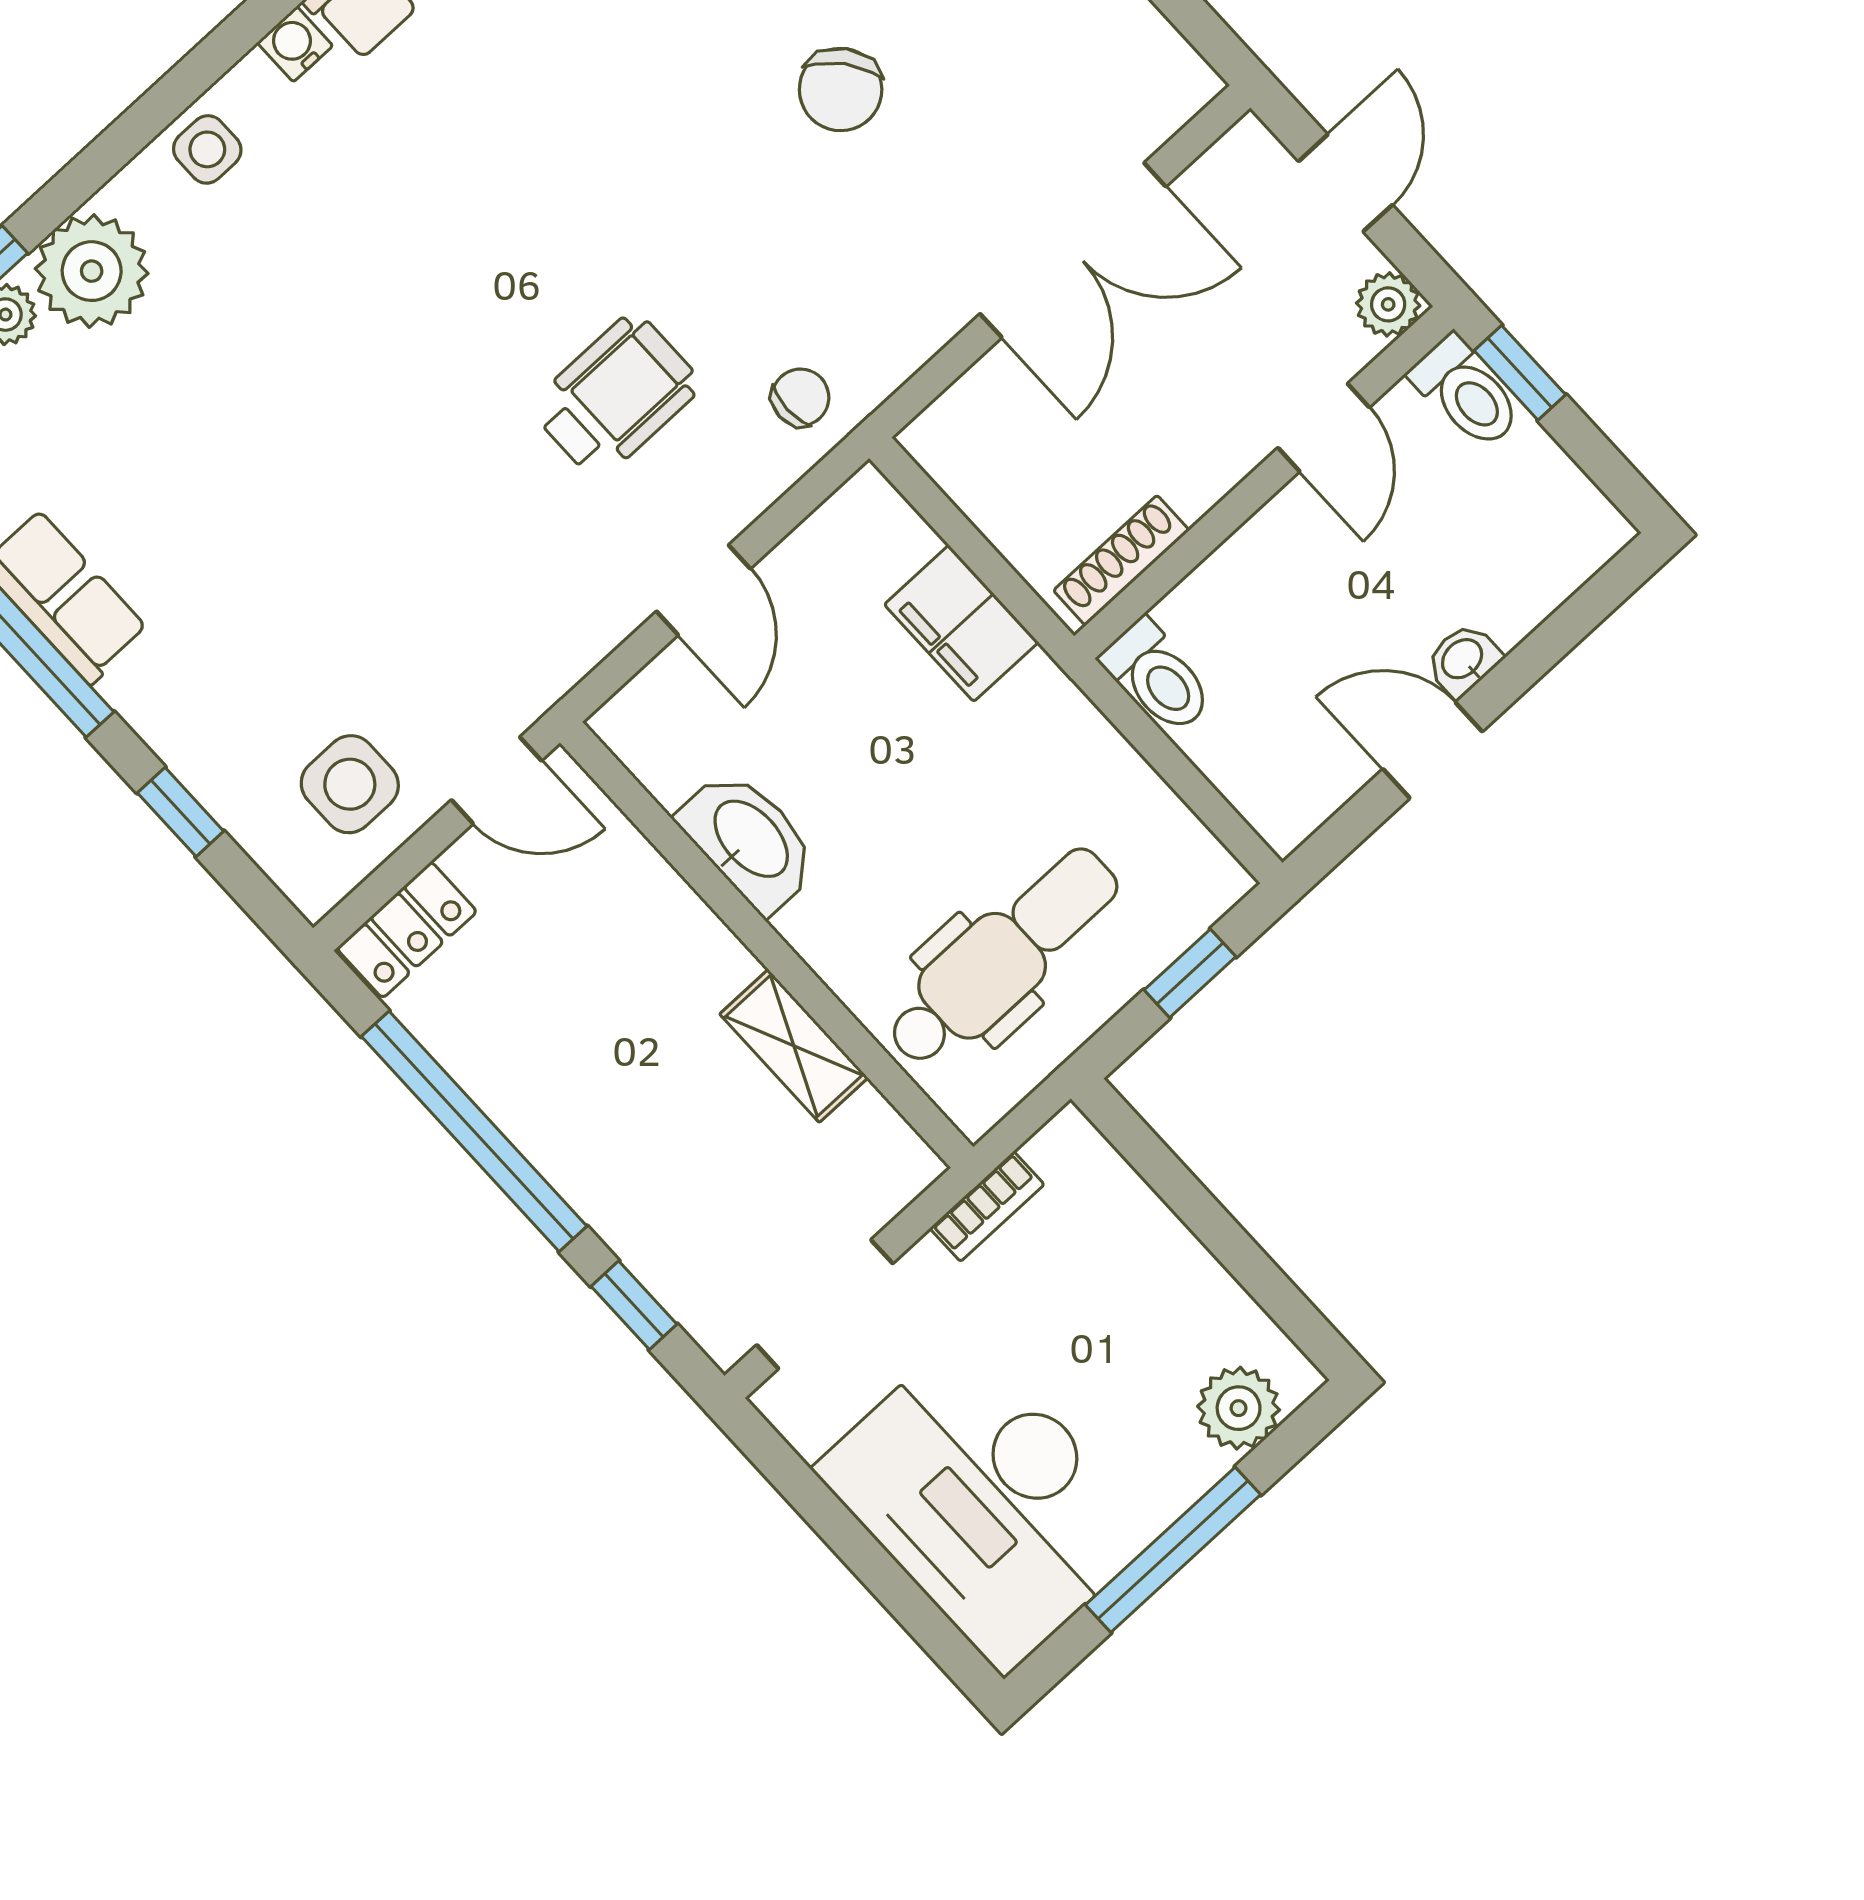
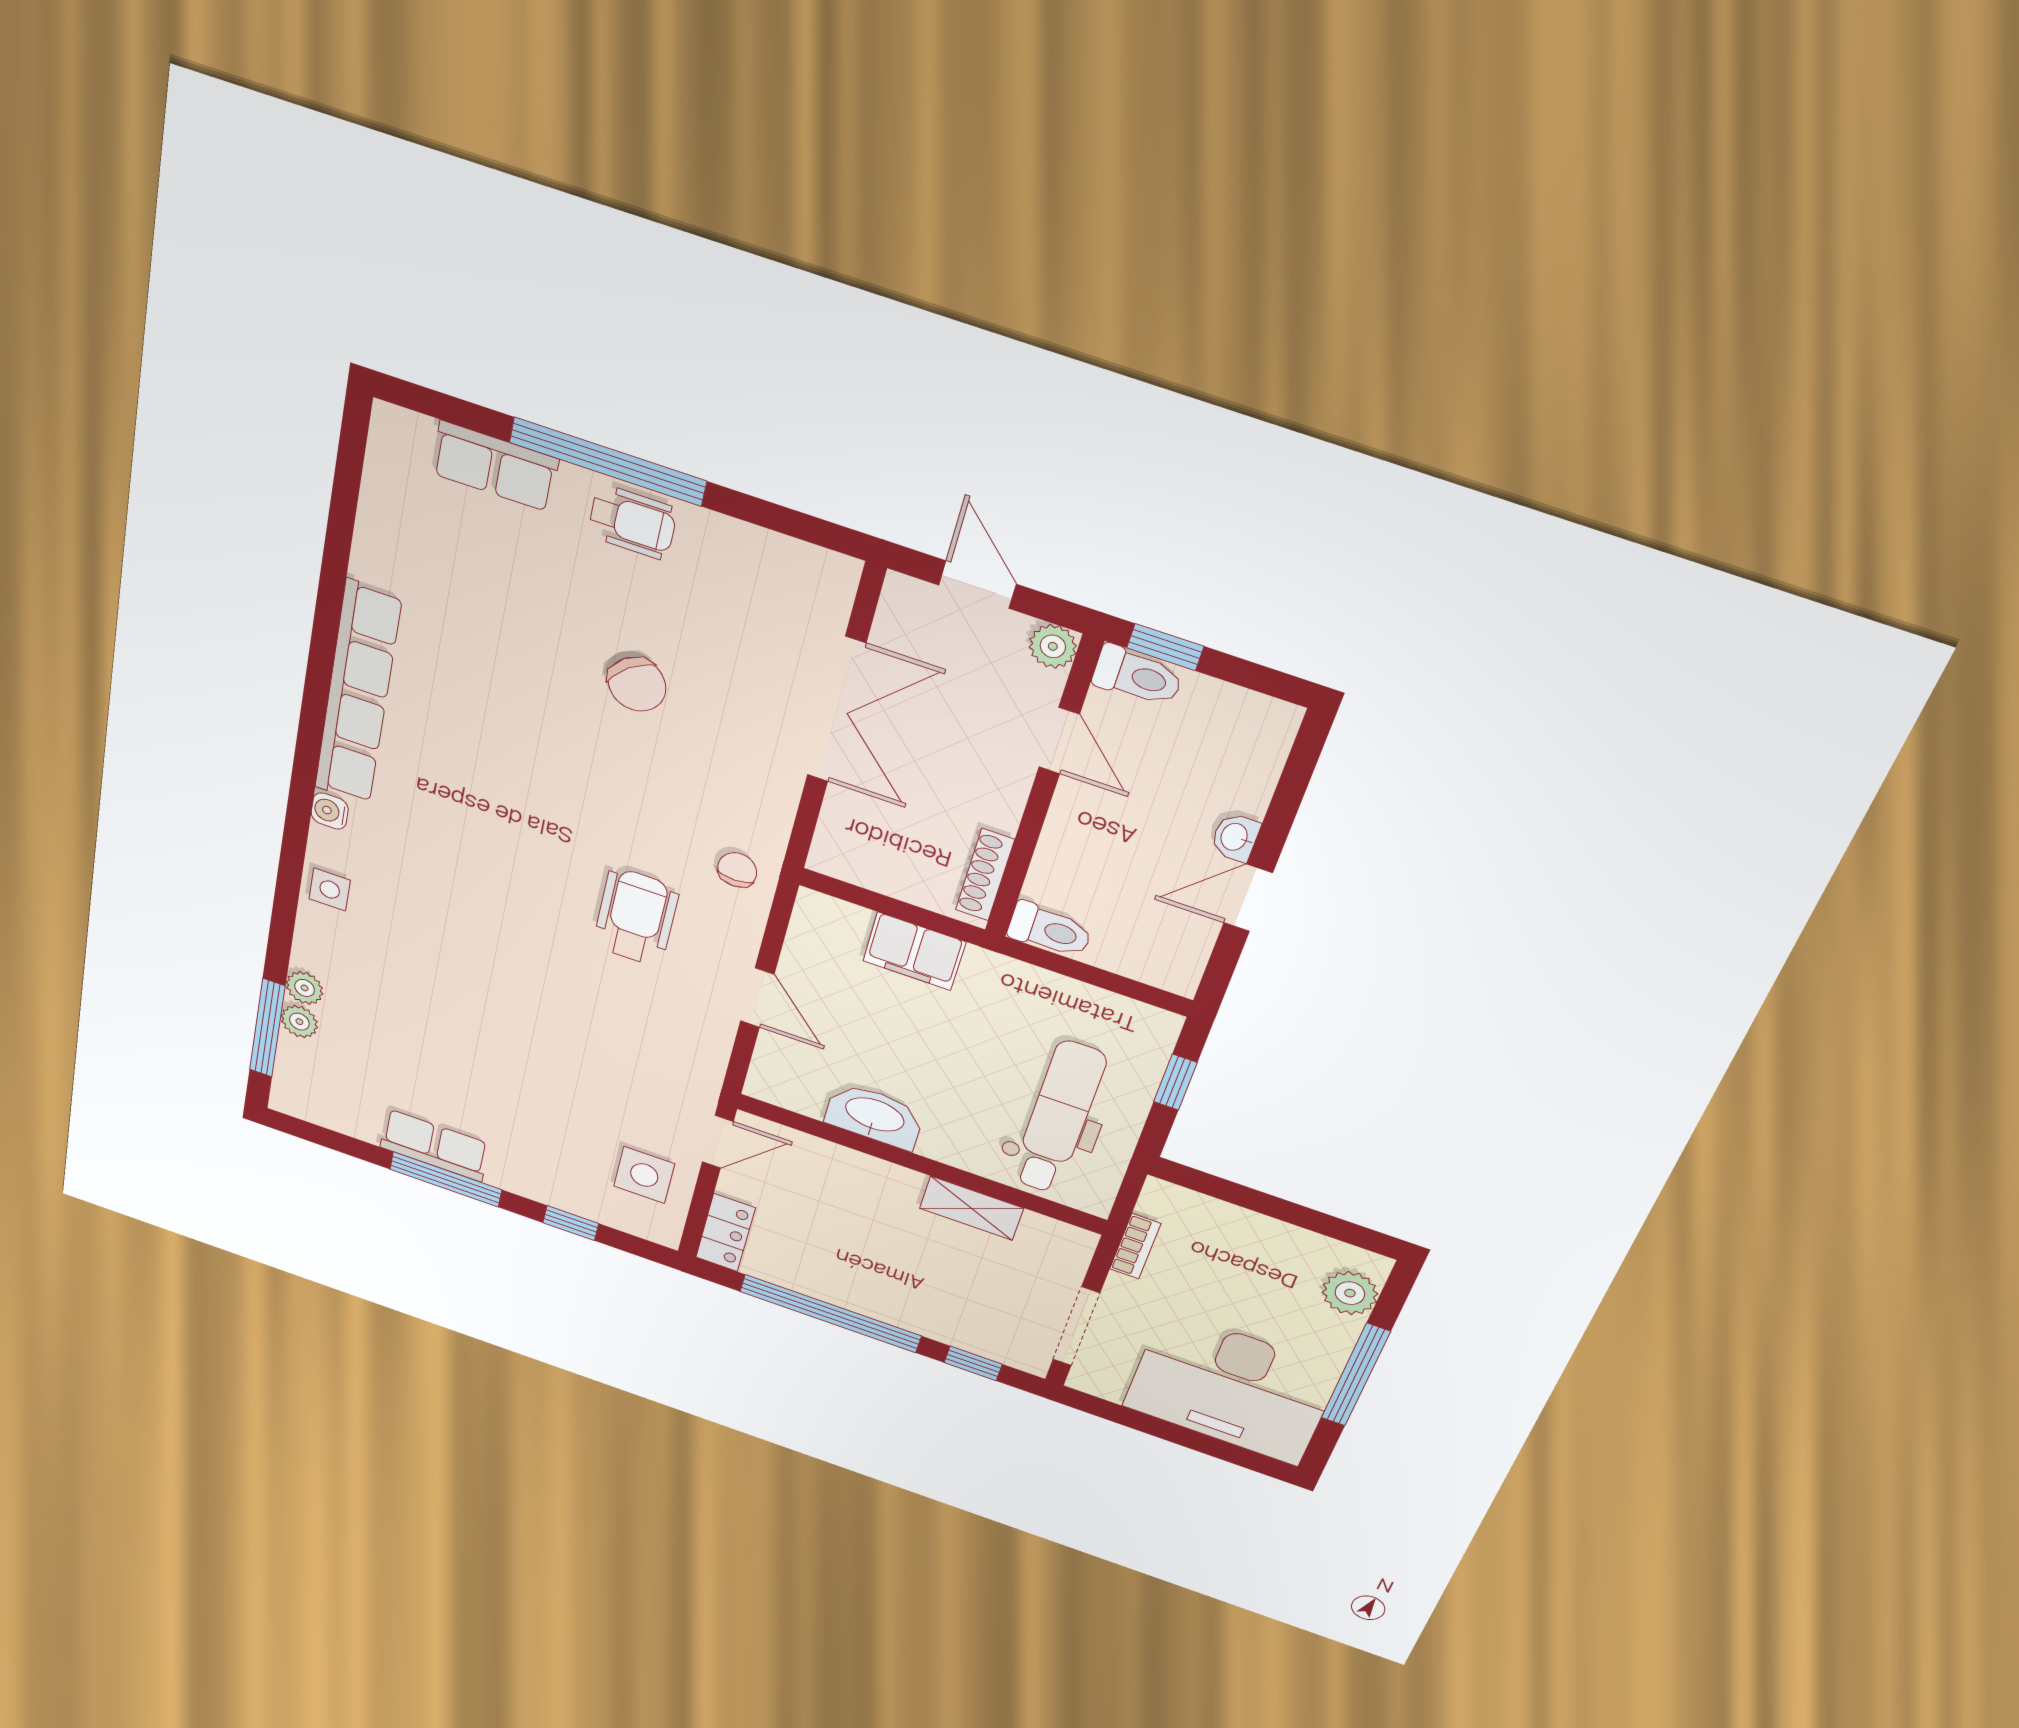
plant: (92, 271) -> (305, 988), width x0.53, depth x0.53

